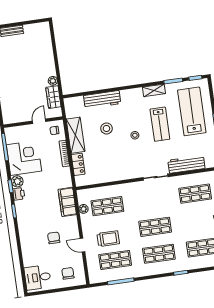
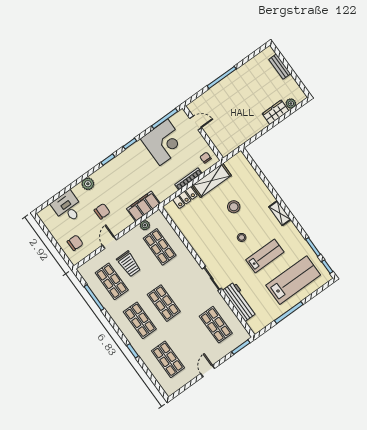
plant: (53, 81) -> (291, 103), moved
shelving: (154, 90) -> (280, 213), moved
wardrobe: (53, 97) -> (276, 112), moved
workbench: (102, 100) -> (259, 188), removed
door: (39, 121) -> (196, 123), moved
lab bench: (160, 124) -> (265, 256), turned 180
plant: (17, 181) -> (88, 184), moved
printer: (19, 194) -> (127, 155), removed
desk: (38, 277) -> (68, 207), moved

